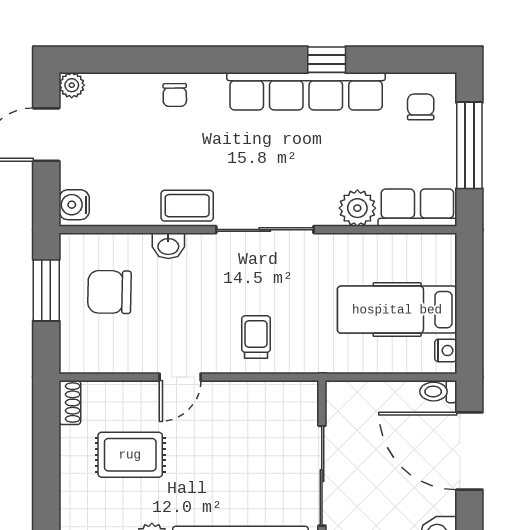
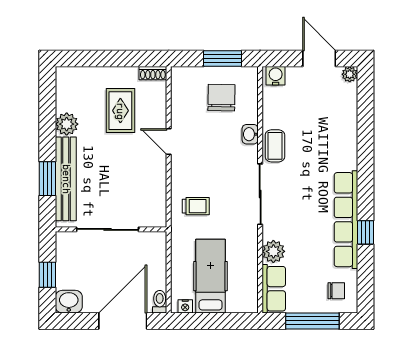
chair: (175, 95) -> (344, 138), removed
trolley: (256, 337) -> (196, 206), moved

